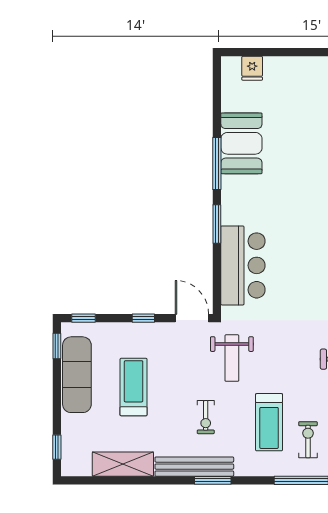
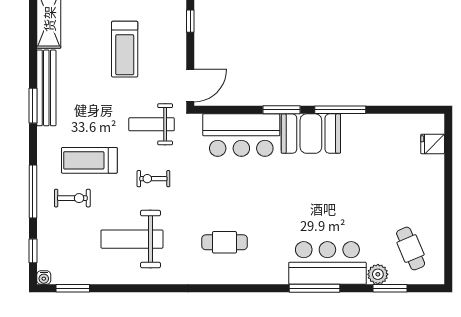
booth: (241, 143) -> (311, 134), moved
window: (143, 318) -> (190, 21), moved
treadmill: (134, 387) -> (125, 49), moved, turned 90
exercise bike: (206, 417) -> (153, 179), moved

